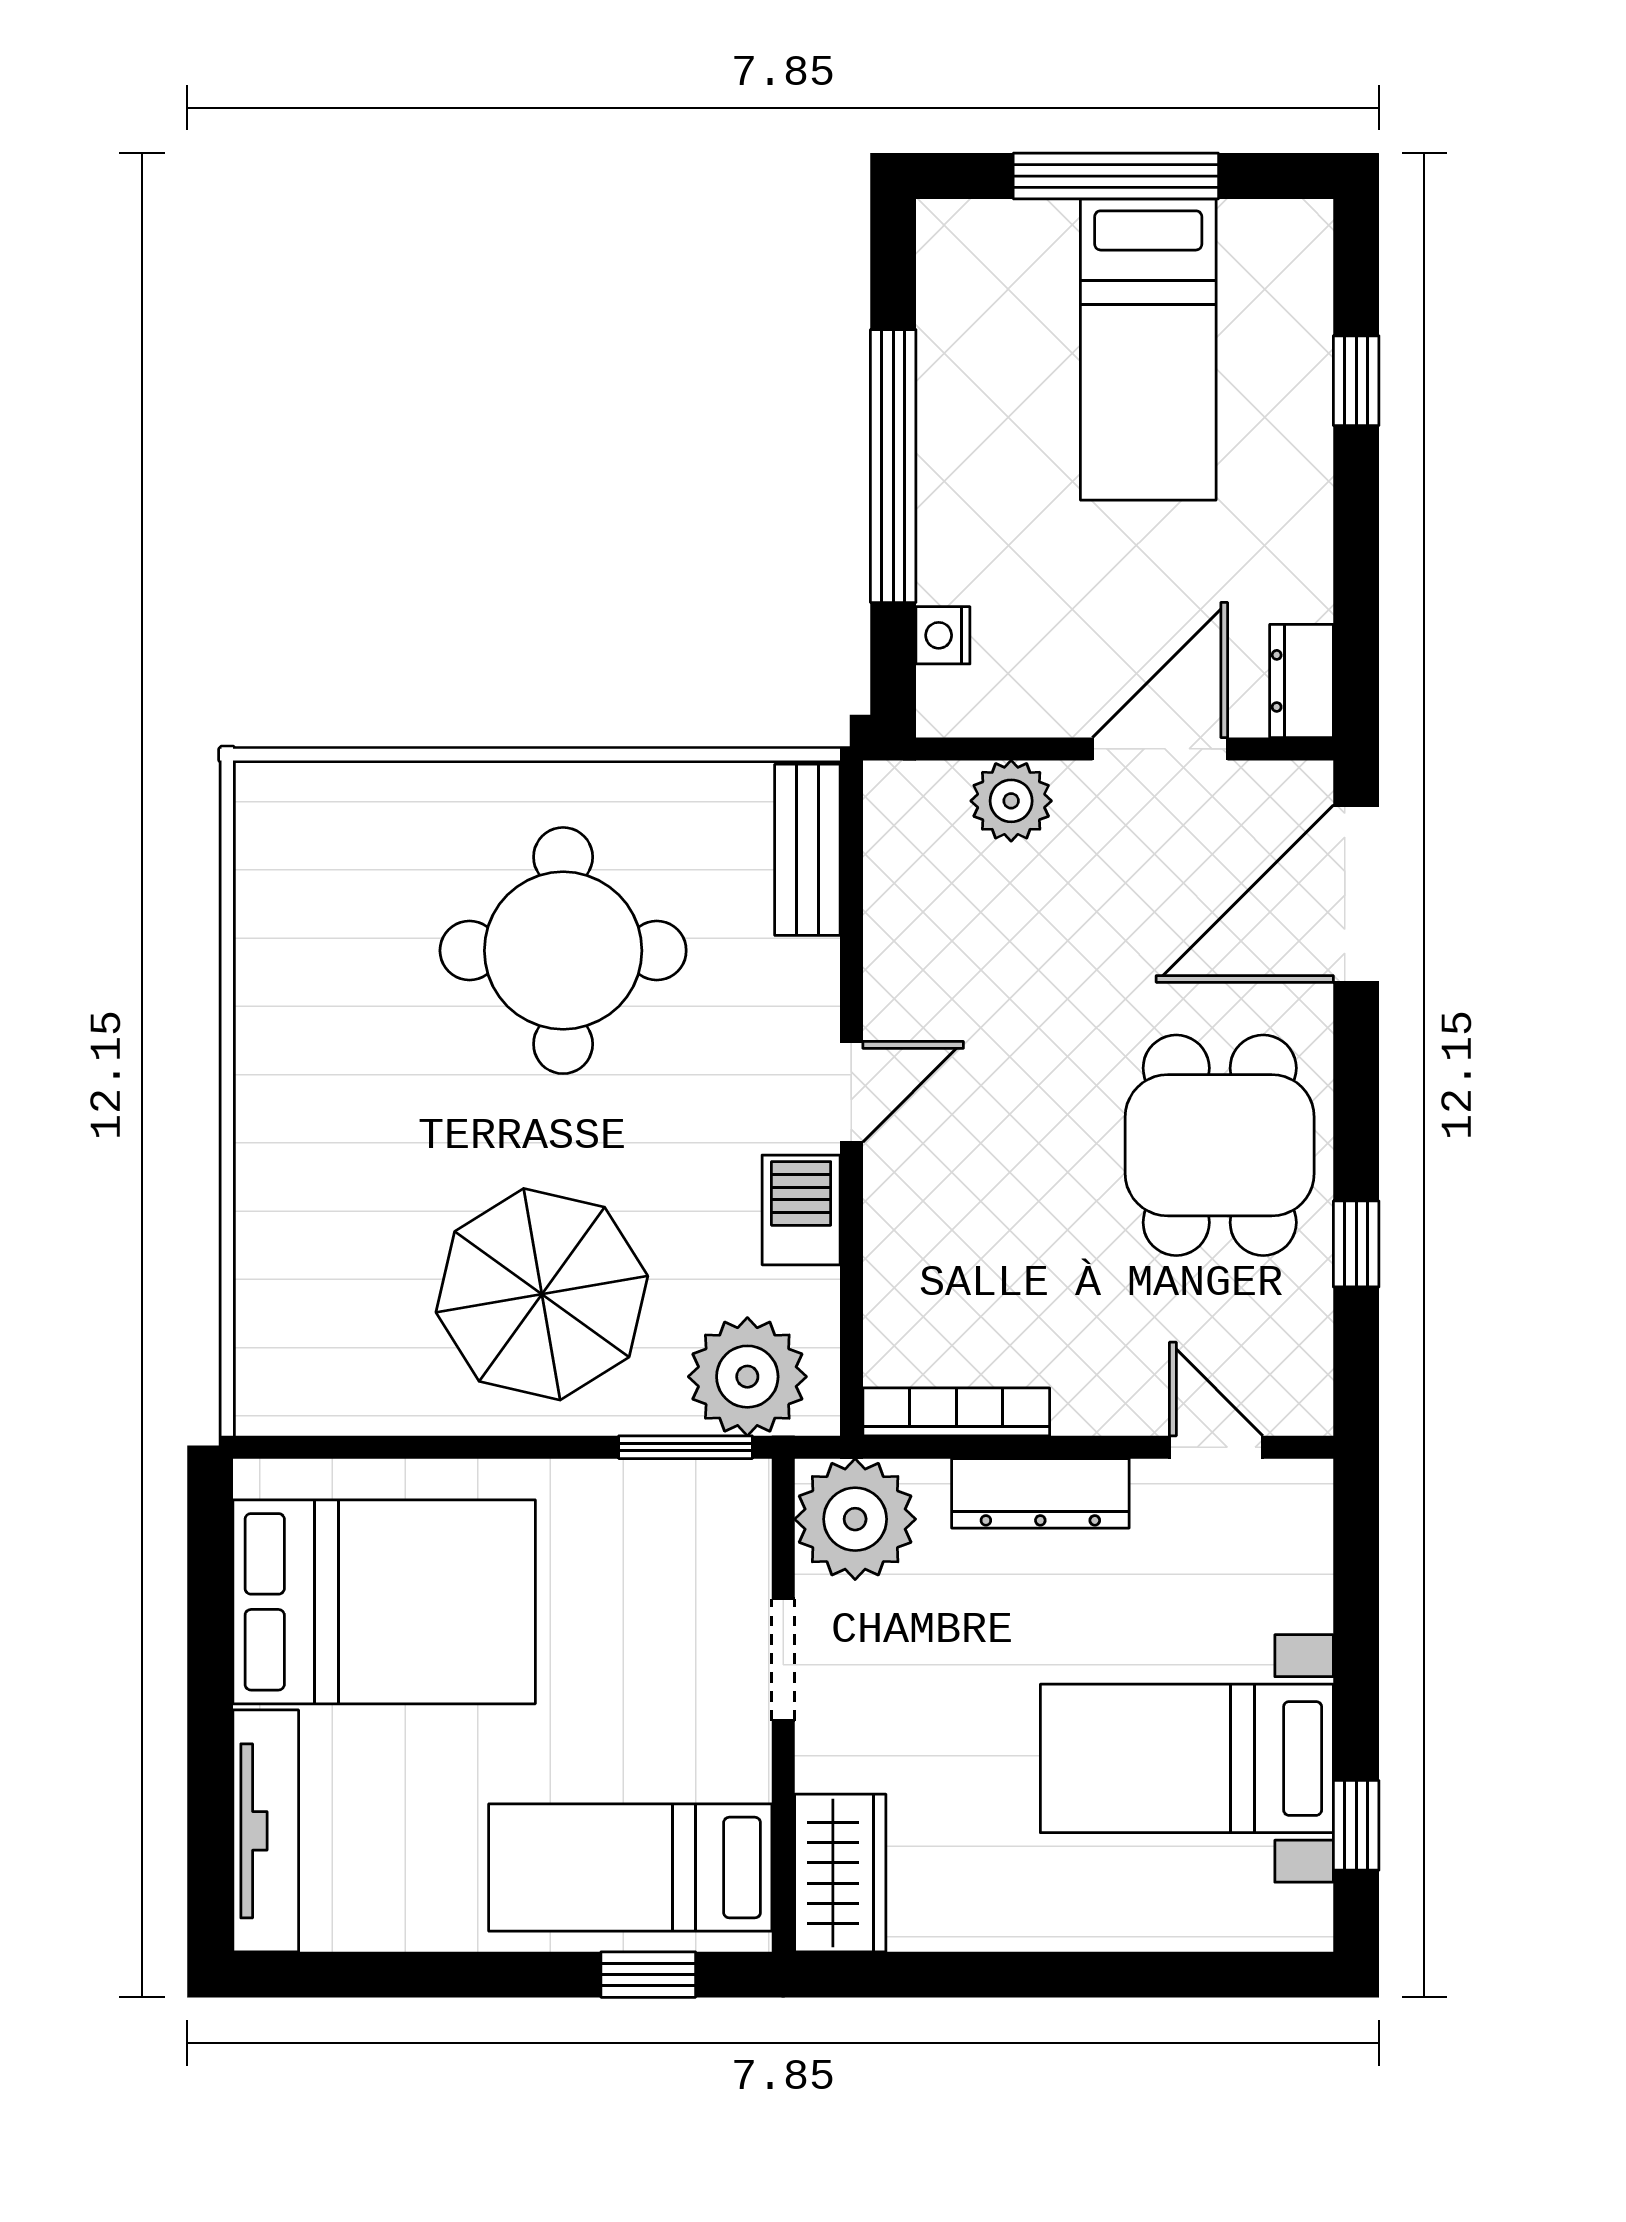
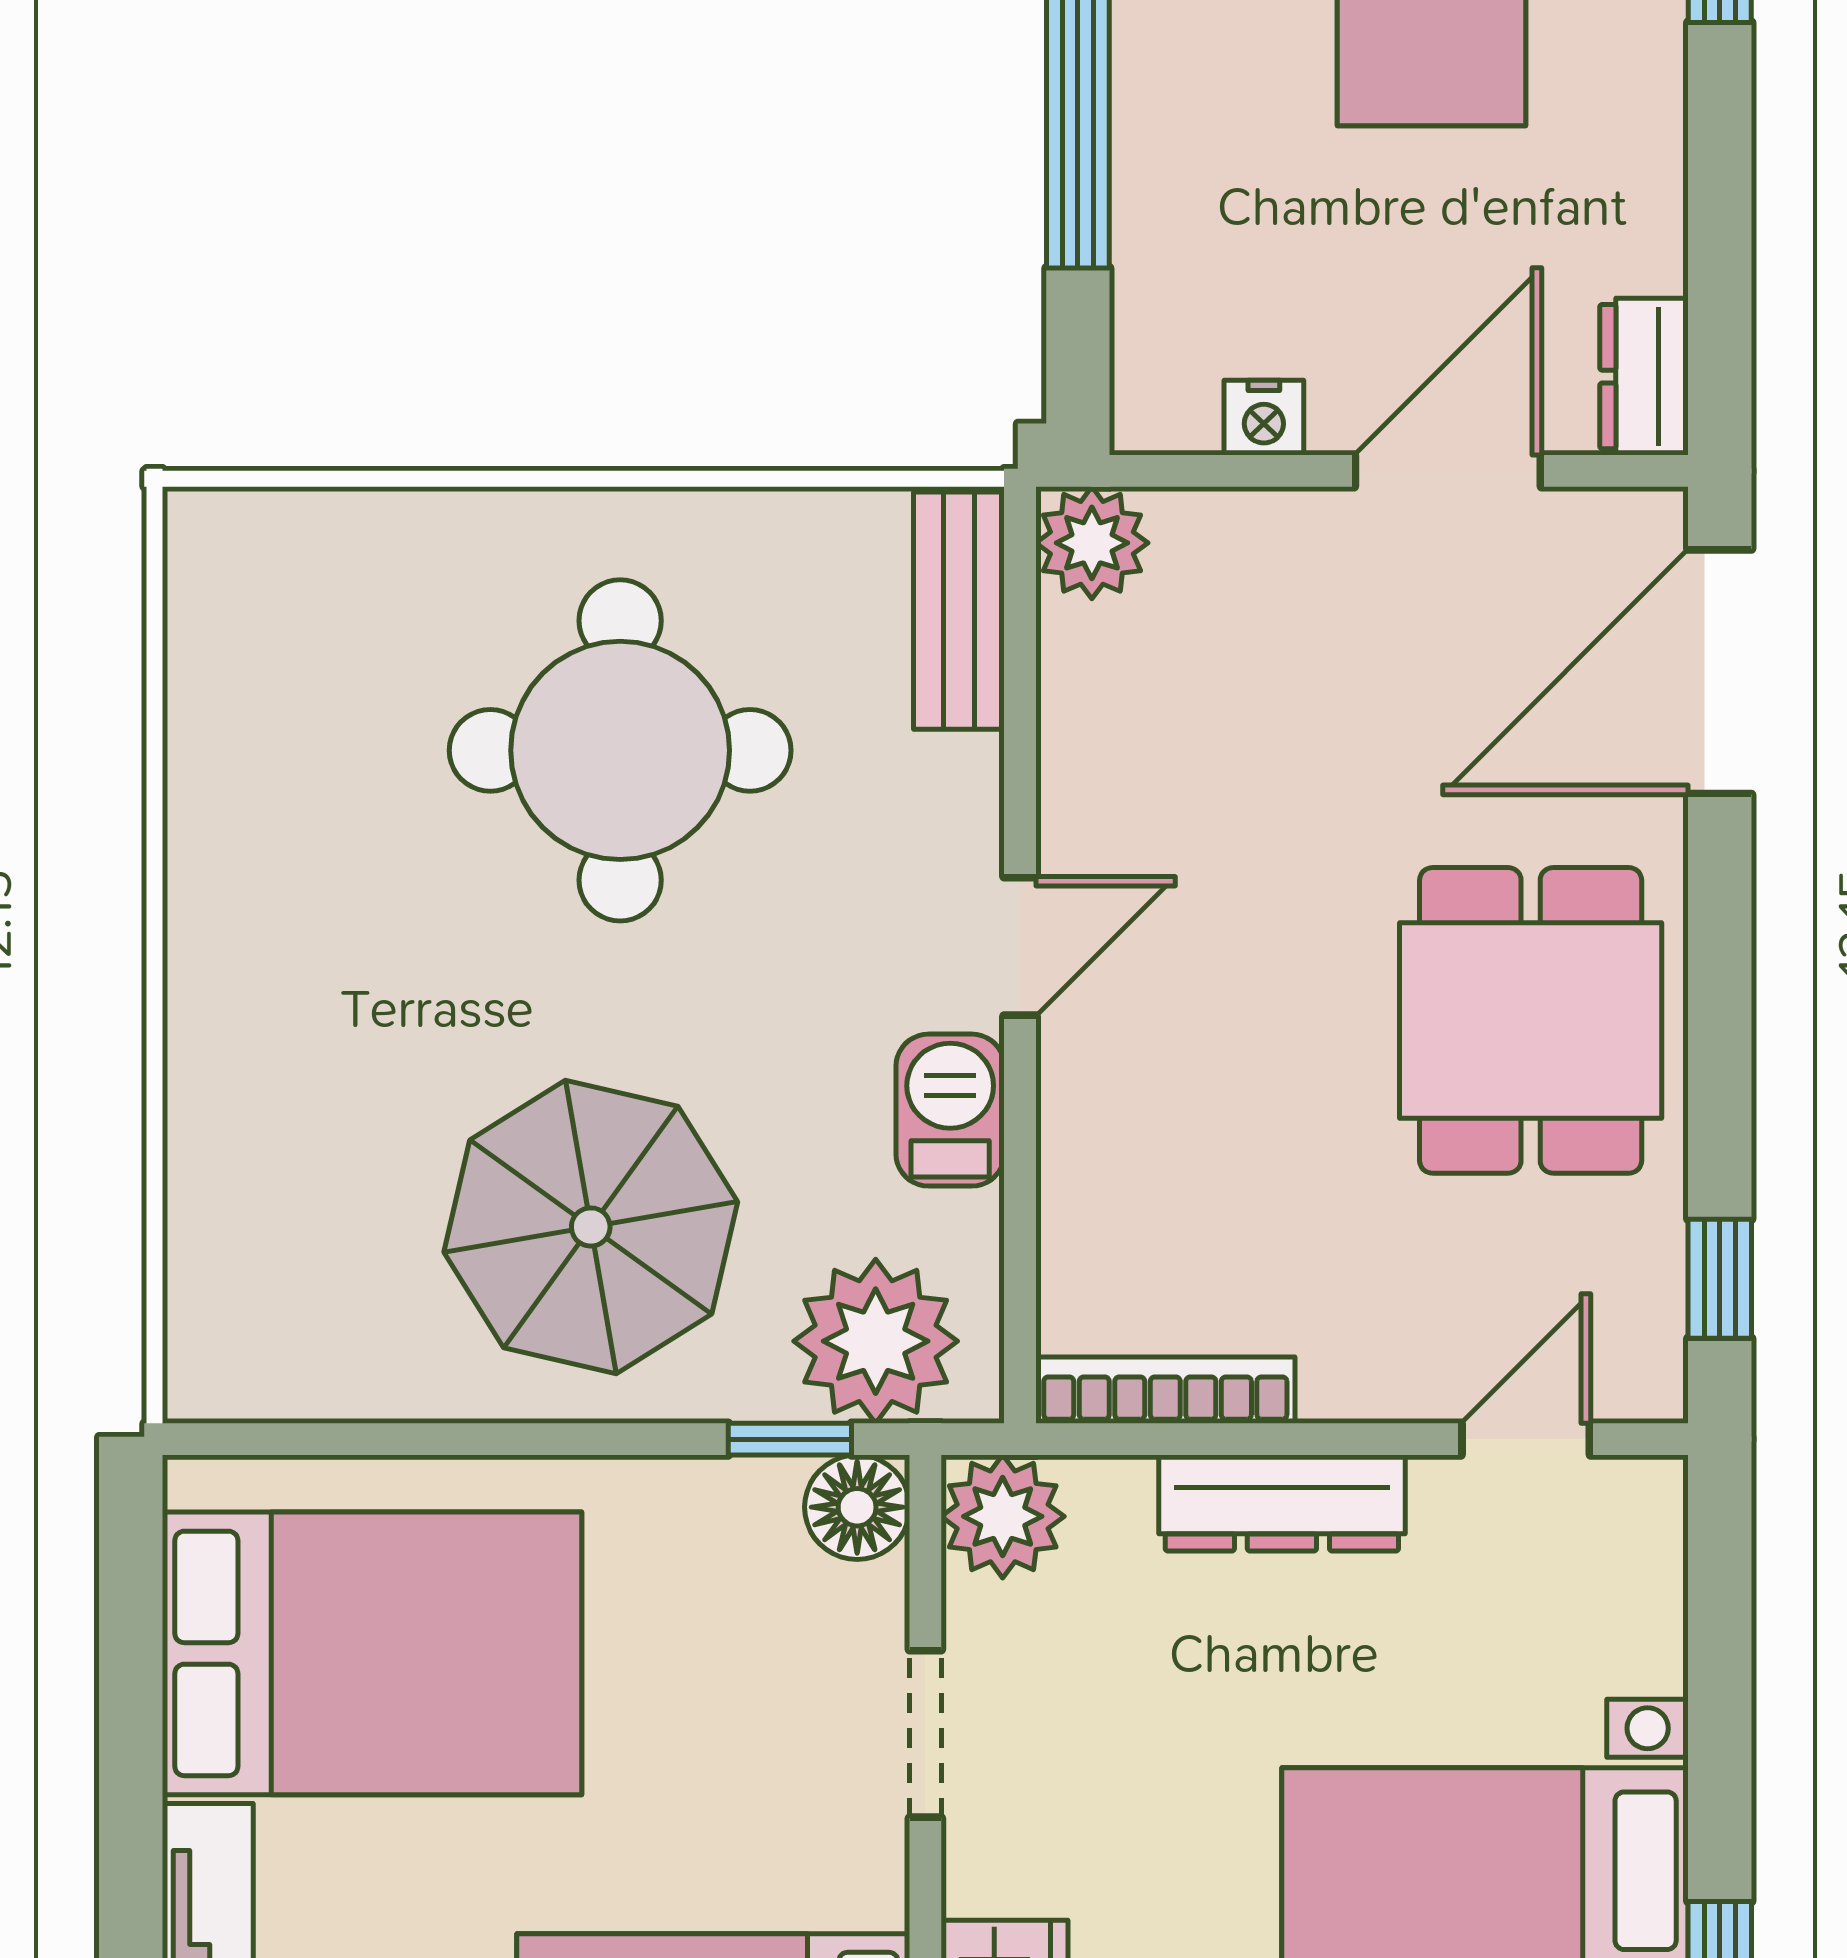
nightstand: (943, 635) -> (1264, 418), moved, turned -90
plant: (1011, 801) -> (1092, 543), moved
window: (1356, 1244) -> (1720, 1279), moved
window: (686, 1447) -> (790, 1439), width x0.67
door: (1216, 1447) -> (1526, 1439), hinge flipped
floor lamp: (734, 1496) -> (857, 1507), added
plant: (855, 1519) -> (1003, 1516), width x0.73, depth x0.73

